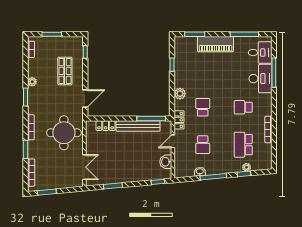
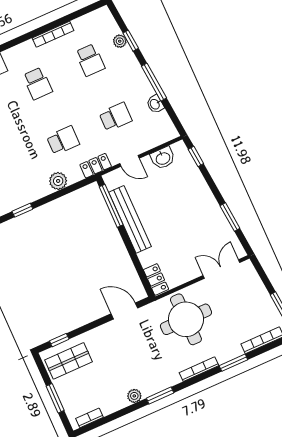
shop shelf: (65, 71) -> (68, 361), moved
school desk: (203, 107) -> (63, 140), turned 180
locker: (106, 126) -> (156, 279), moved
school desk: (243, 145) -> (90, 60), width x0.54

